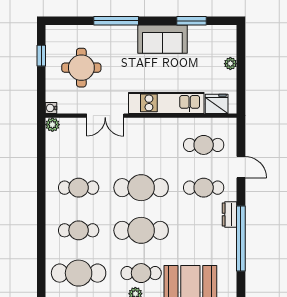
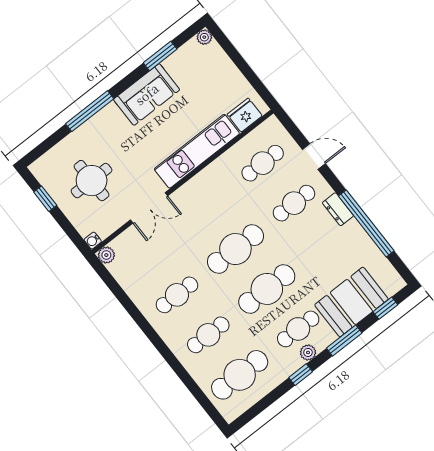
plant: (230, 64) -> (204, 37), moved

